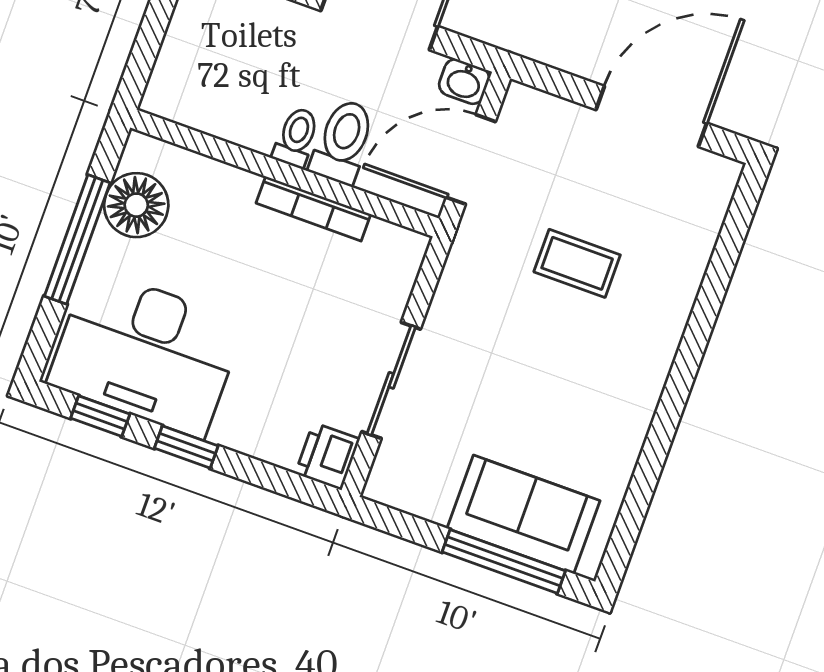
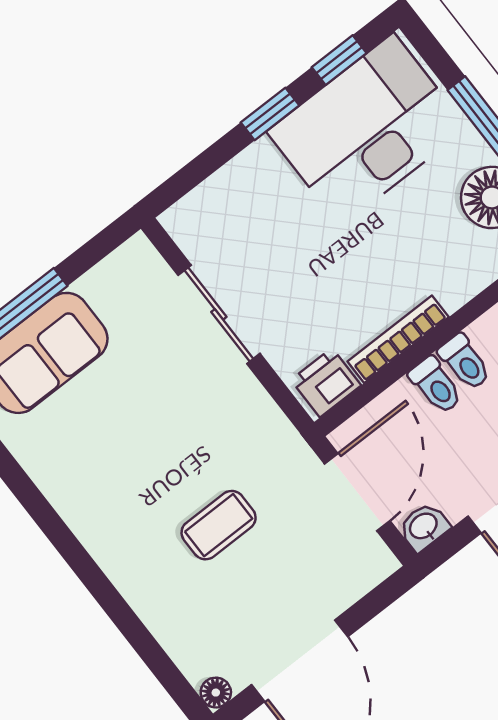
toilet: (343, 142) -> (436, 385), width x0.73, depth x0.72
floor lamp: (726, 173) -> (216, 693), added
printer: (327, 456) -> (326, 383), moved, turned -90

